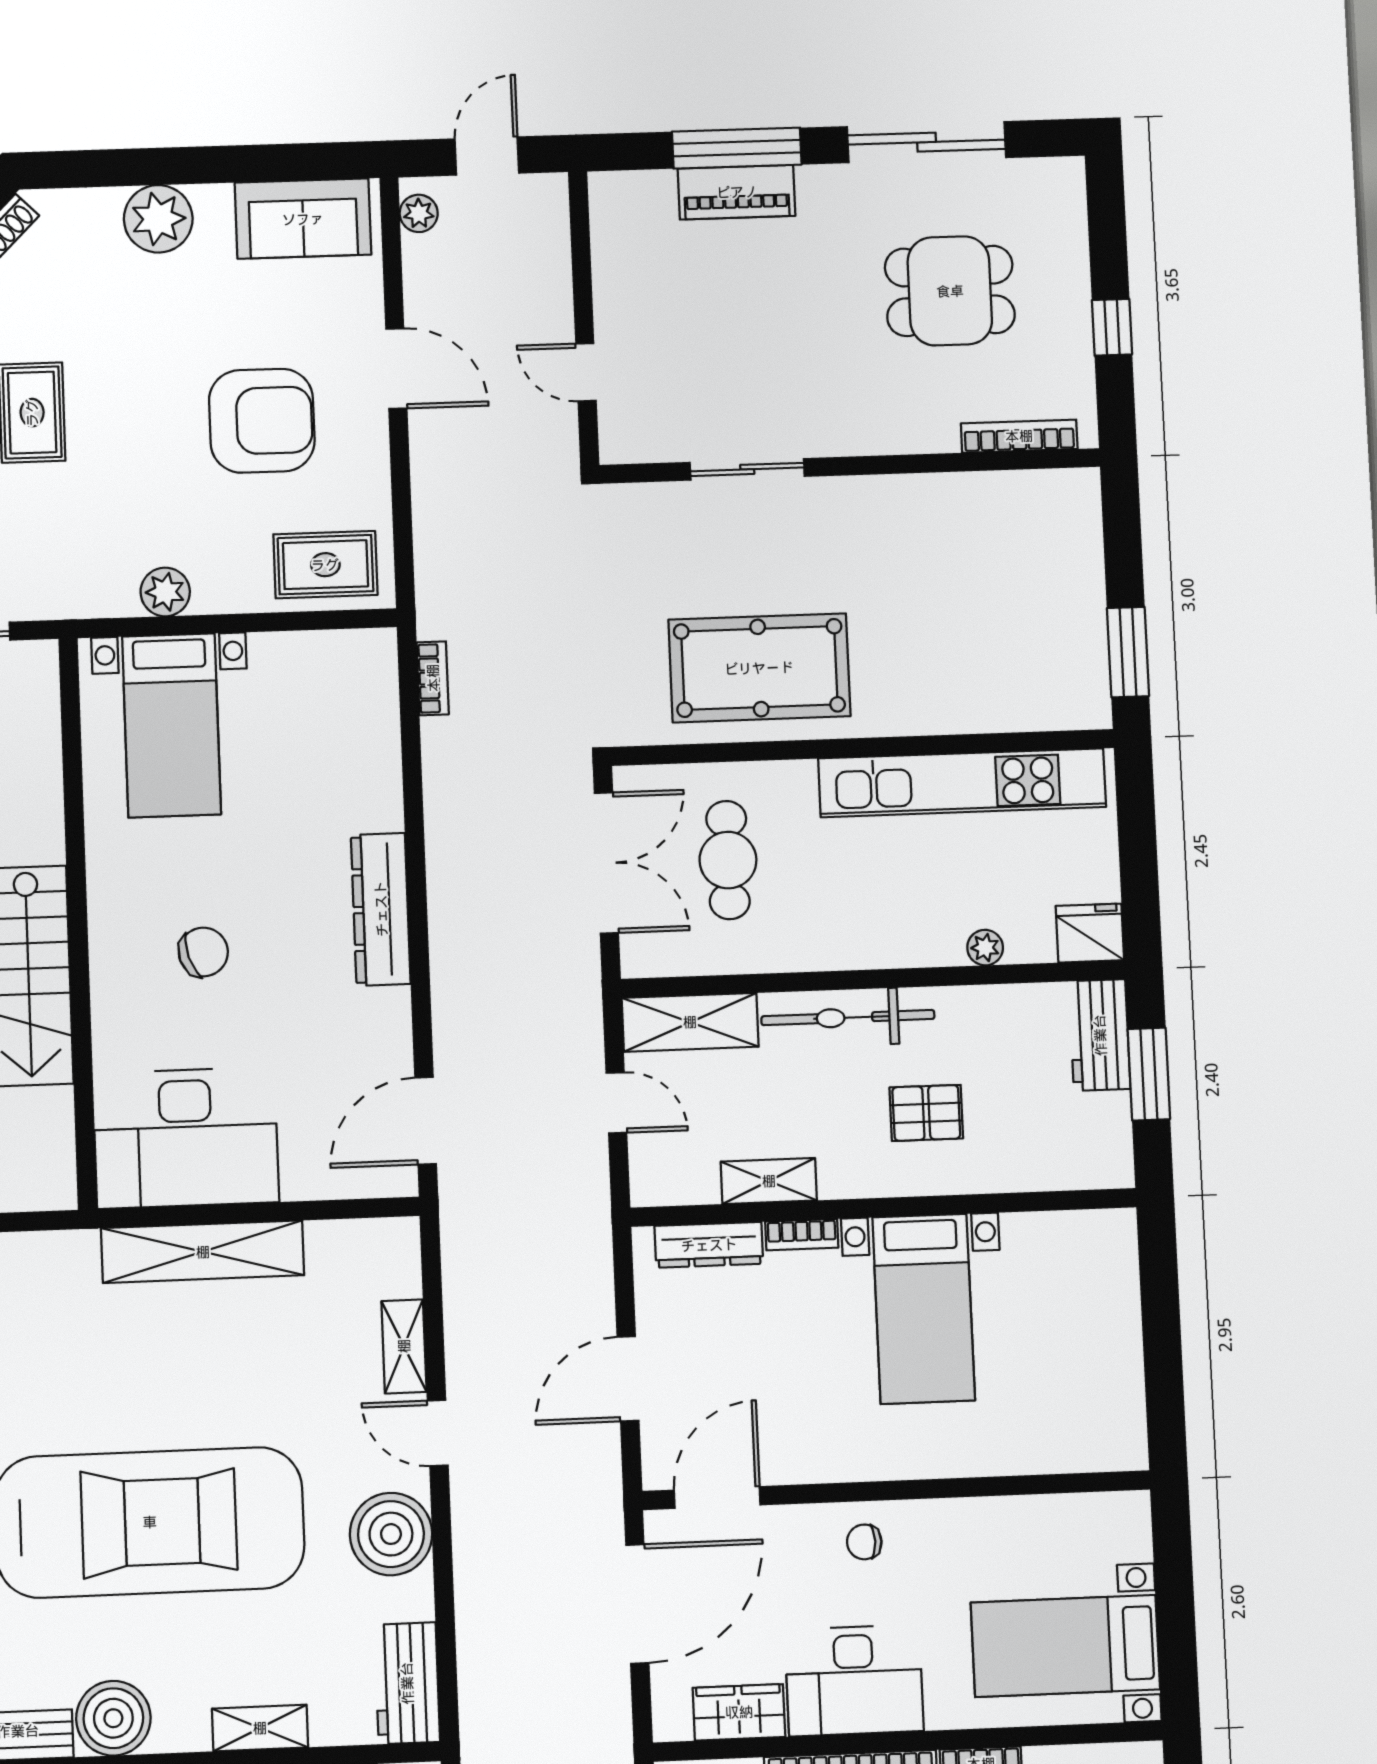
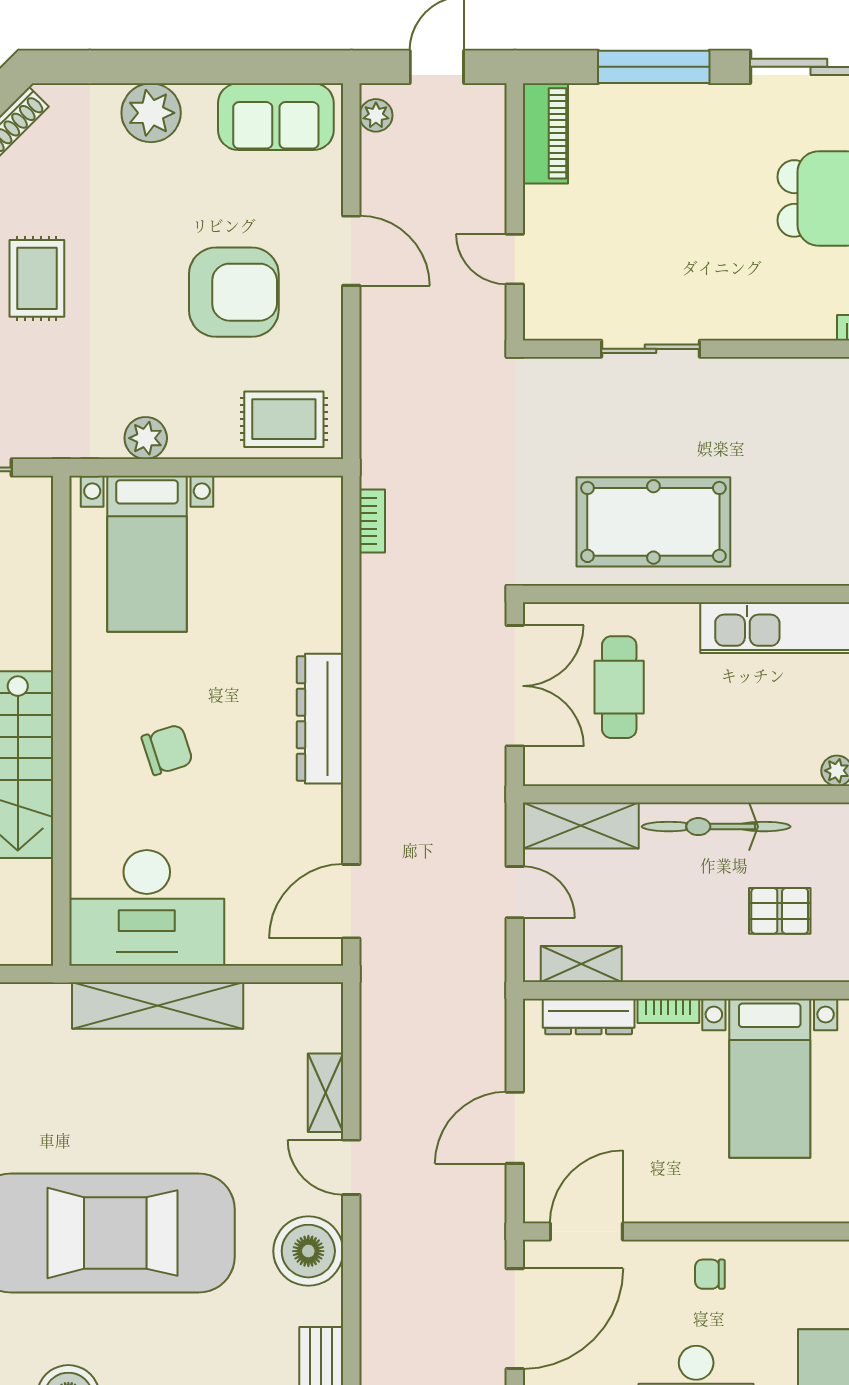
piano: (737, 192) -> (545, 133), moved, turned -90
shelving: (769, 1181) -> (581, 964), moved

